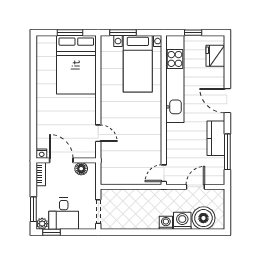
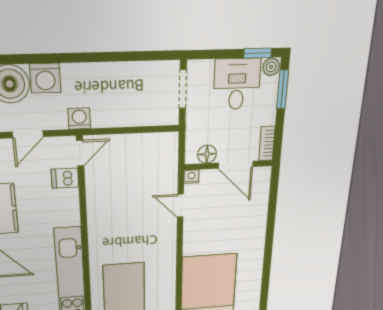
nightstand: (42, 154) -> (191, 177), moved
dishwasher: (174, 157) -> (65, 178), added
washing machine: (166, 223) -> (79, 118), moved, turned 180

